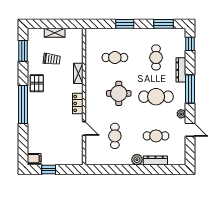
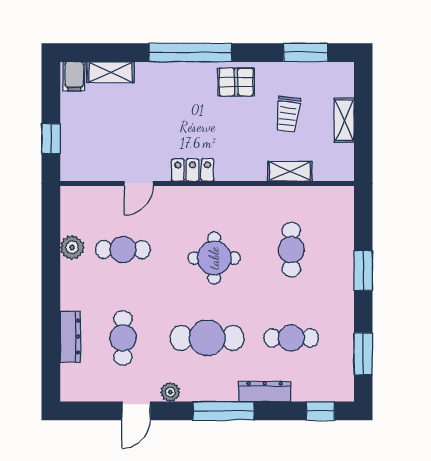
shelving: (78, 73) -> (290, 171), moved
cafe table: (156, 97) -> (207, 338), turned 90
shelving: (32, 142) -> (111, 72), added
plant: (137, 160) -> (72, 247), moved
window: (49, 169) -> (51, 139), moved

